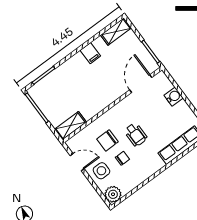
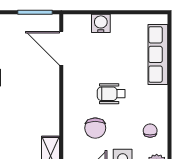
wheelchair: (136, 135) -> (111, 94), turned 180
chair: (122, 158) -> (150, 131), moved

